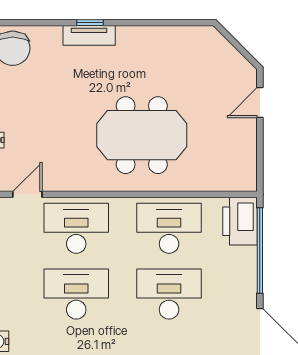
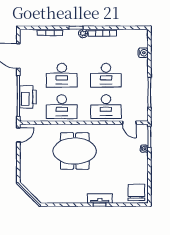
door: (260, 103) -> (18, 135), moved
door: (27, 194) -> (129, 123), hinge flipped
printer: (240, 221) -> (28, 97), moved

